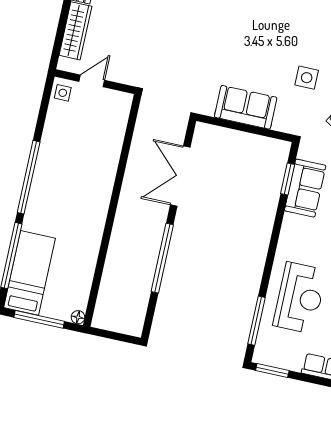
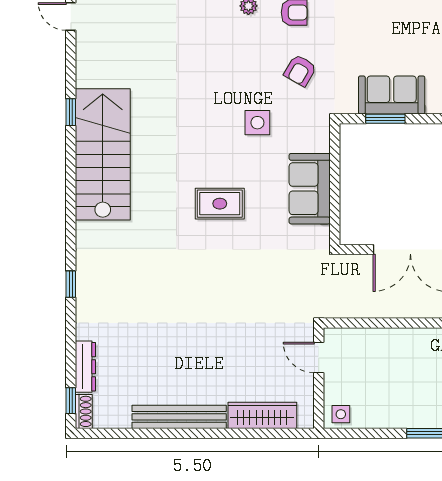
rug: (249, 34) -> (220, 204), added
door: (92, 81) -> (319, 357), moved

